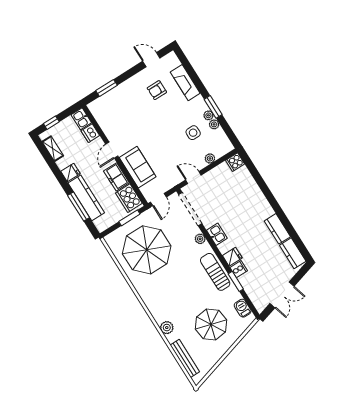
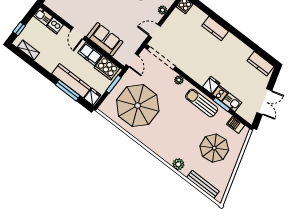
fridge: (70, 173) -> (92, 97), moved
kitchen counter: (277, 229) -> (215, 29), moved
kitchen sink: (217, 234) -> (232, 102), moved

